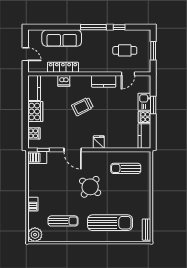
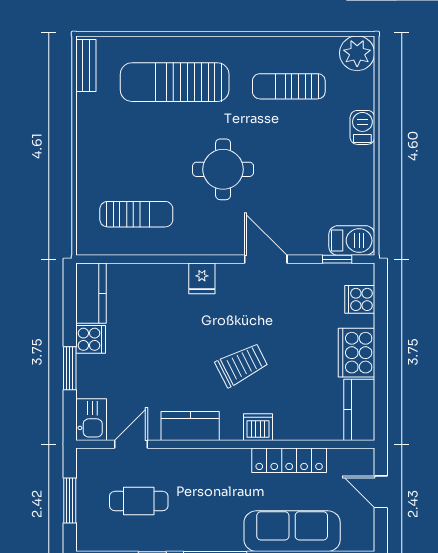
dishwasher: (64, 81) -> (258, 427), moved
kitchen sink: (144, 102) -> (91, 420), moved
round table: (90, 187) -> (223, 169), turned -38

